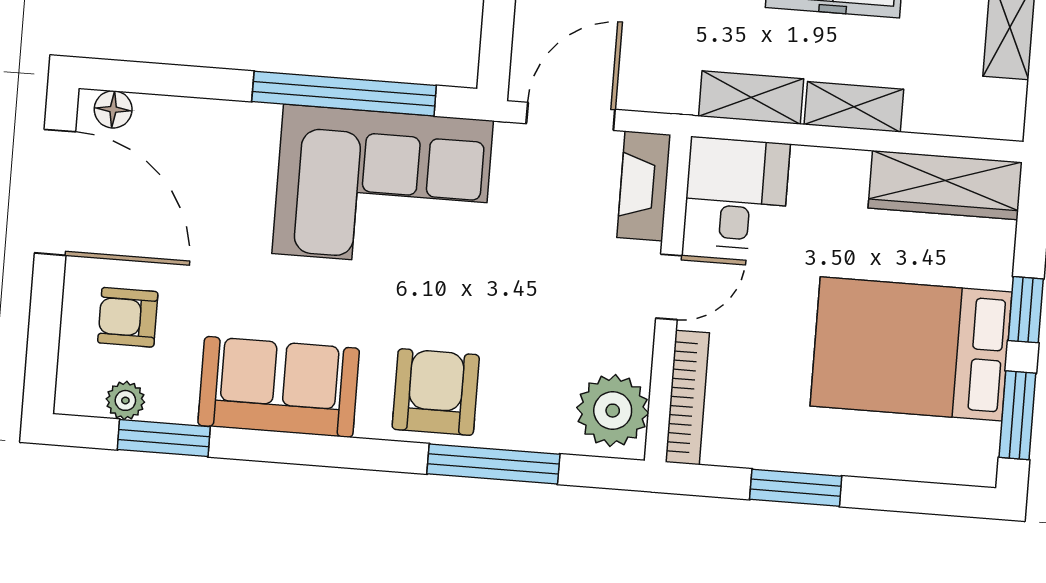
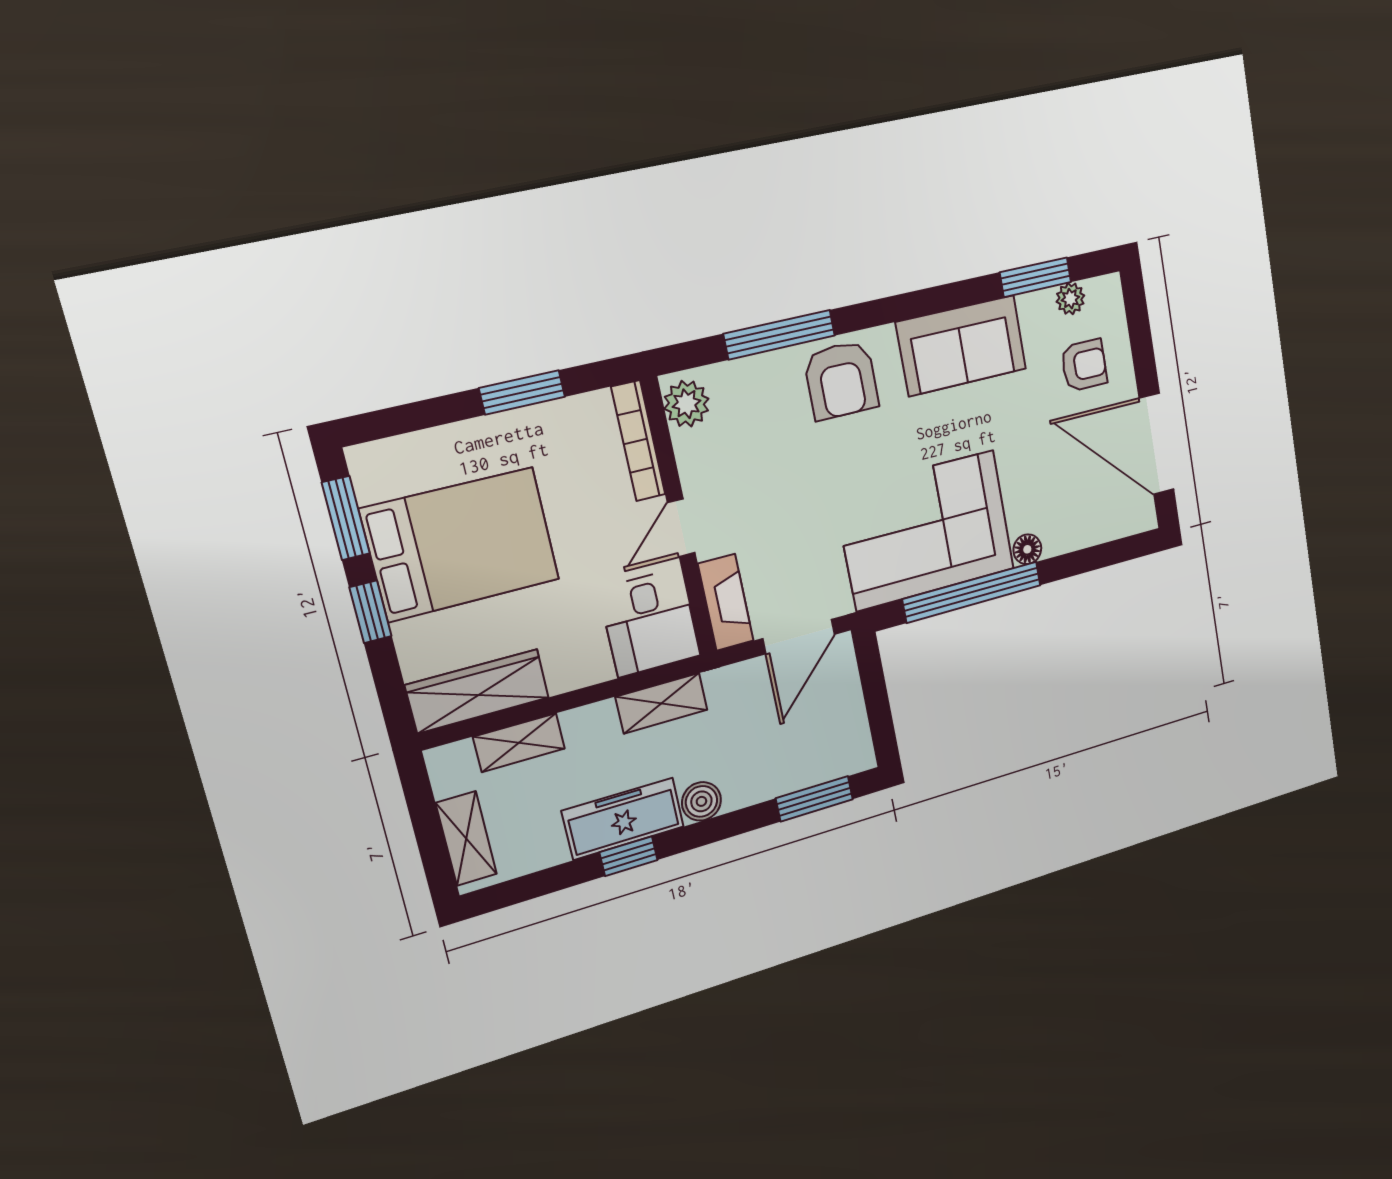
shelving: (854, 107) -> (519, 743), moved
floor lamp: (113, 109) -> (1027, 549), moved
plant: (613, 411) -> (687, 404), width x0.73, depth x0.73

